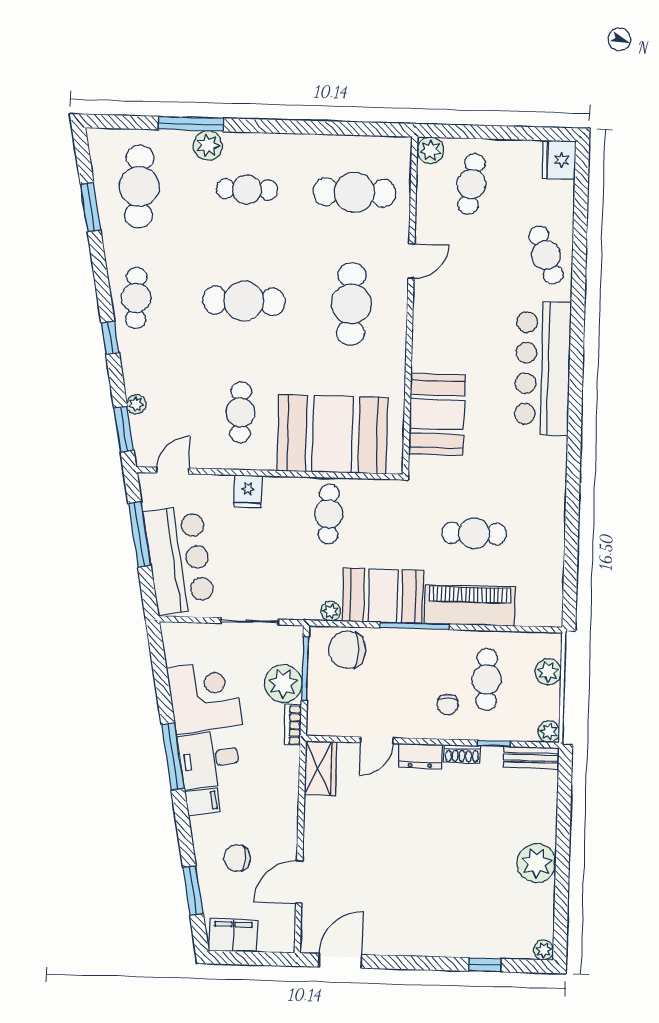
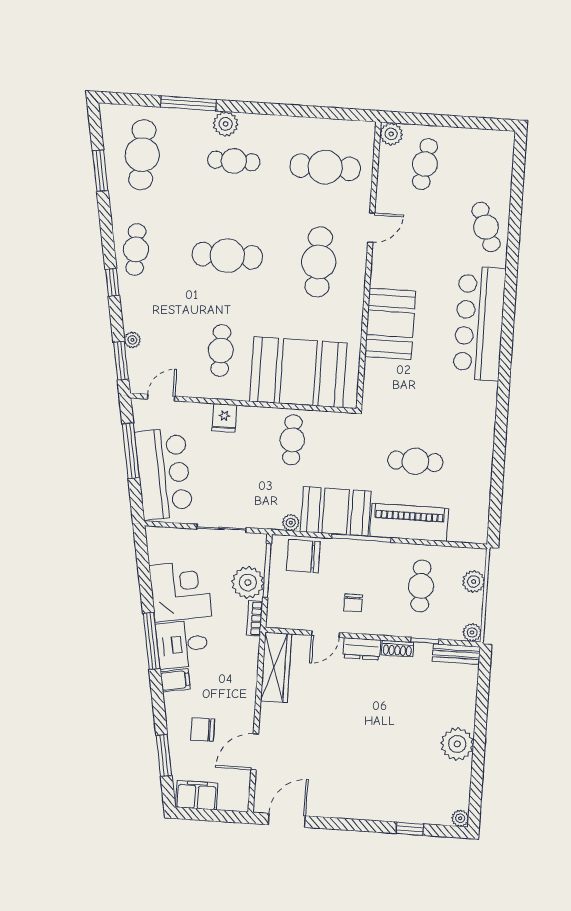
plant: (208, 146) -> (226, 124), moved
fridge: (559, 160) -> (500, 146), removed
booth: (437, 414) -> (390, 324), moved
chair: (448, 705) -> (353, 603), moved
wardrobe: (321, 768) -> (276, 667), width x1.50

